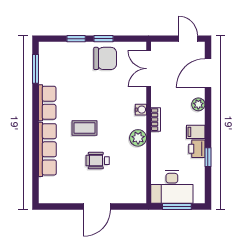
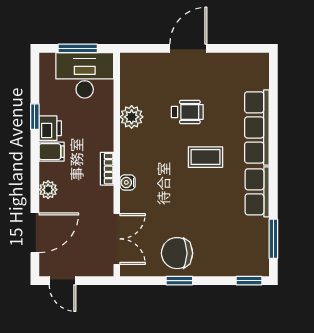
window: (76, 39) -> (249, 281), moved
plant: (138, 138) -> (132, 117), moved

